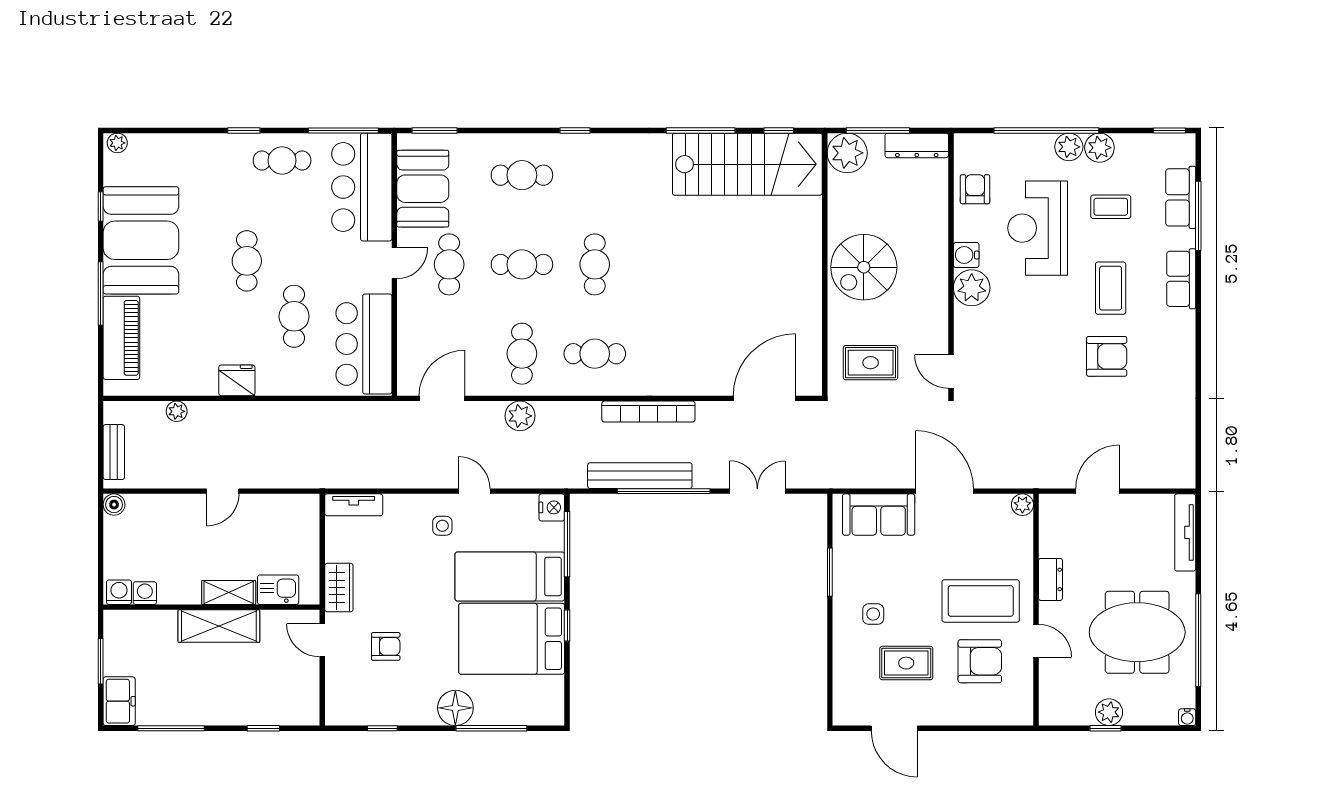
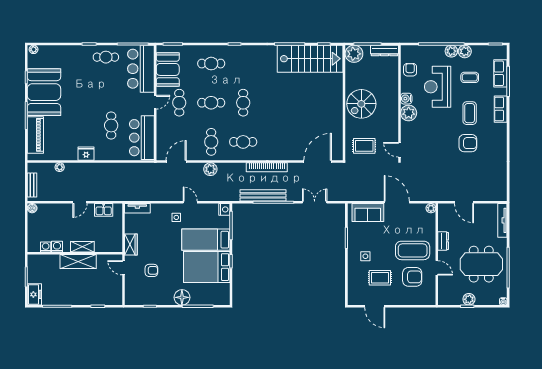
cafe table: (247, 261) -> (90, 101), removed
door: (1098, 491) -> (464, 202), swing flipped
kitchen sink: (278, 590) -> (104, 210), moved, turned 180
washing machine: (119, 592) -> (57, 247), moved

